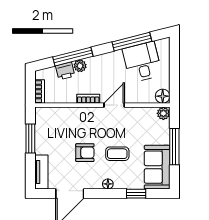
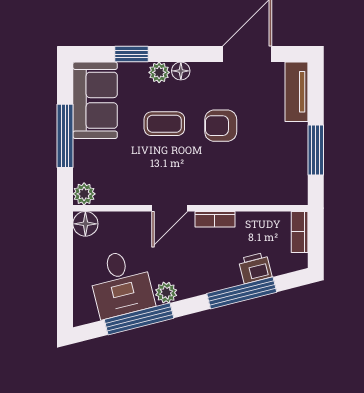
plant: (80, 66) -> (166, 293), moved
plant: (120, 183) -> (159, 72), added

